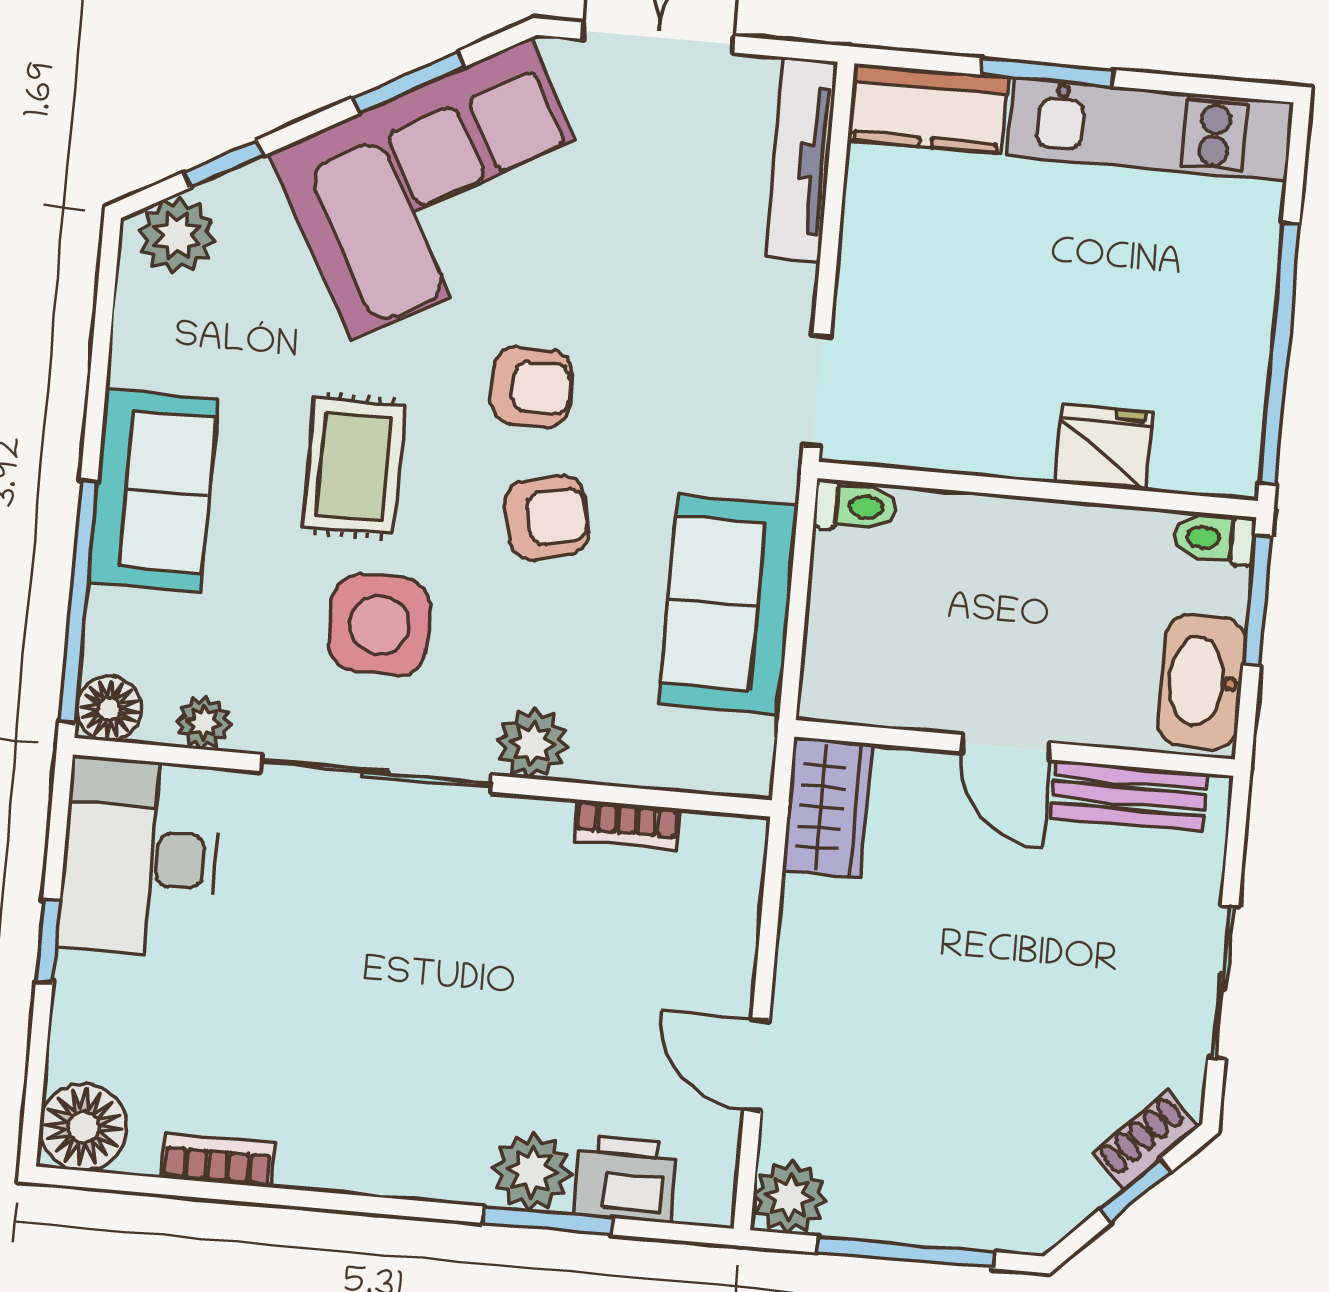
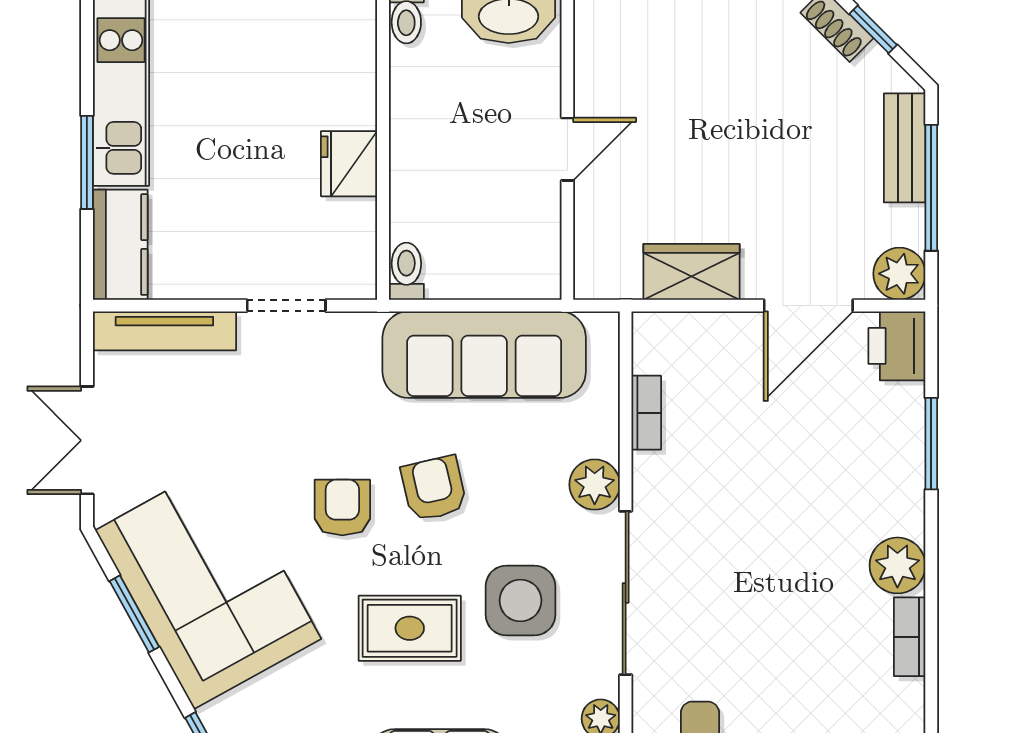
doorway: (817, 391) -> (286, 306), moved
fridge: (1104, 447) -> (349, 164), moved
sofa: (728, 605) -> (484, 355), width x1.36
bench: (1129, 796) -> (905, 148), moved
wardrobe: (827, 808) -> (691, 272), moved
door: (757, 1065) -> (808, 306), width x1.38
bookcase: (218, 1161) -> (910, 637), moved
plant: (532, 1171) -> (897, 565), moved
printer: (625, 1179) -> (897, 346), moved

